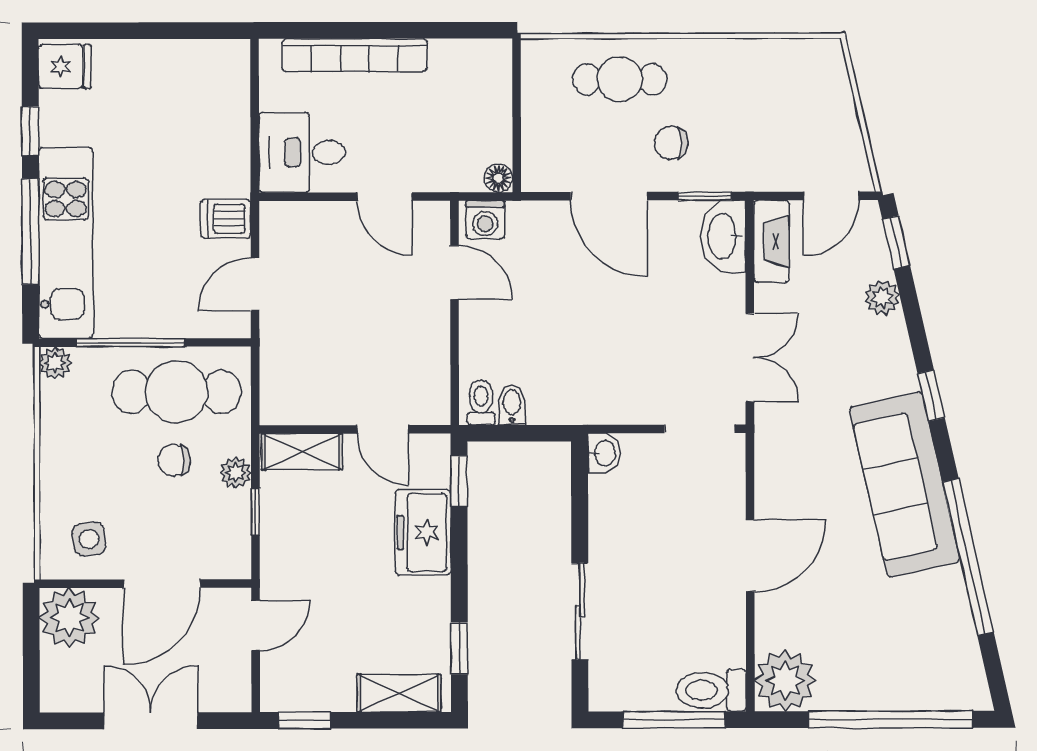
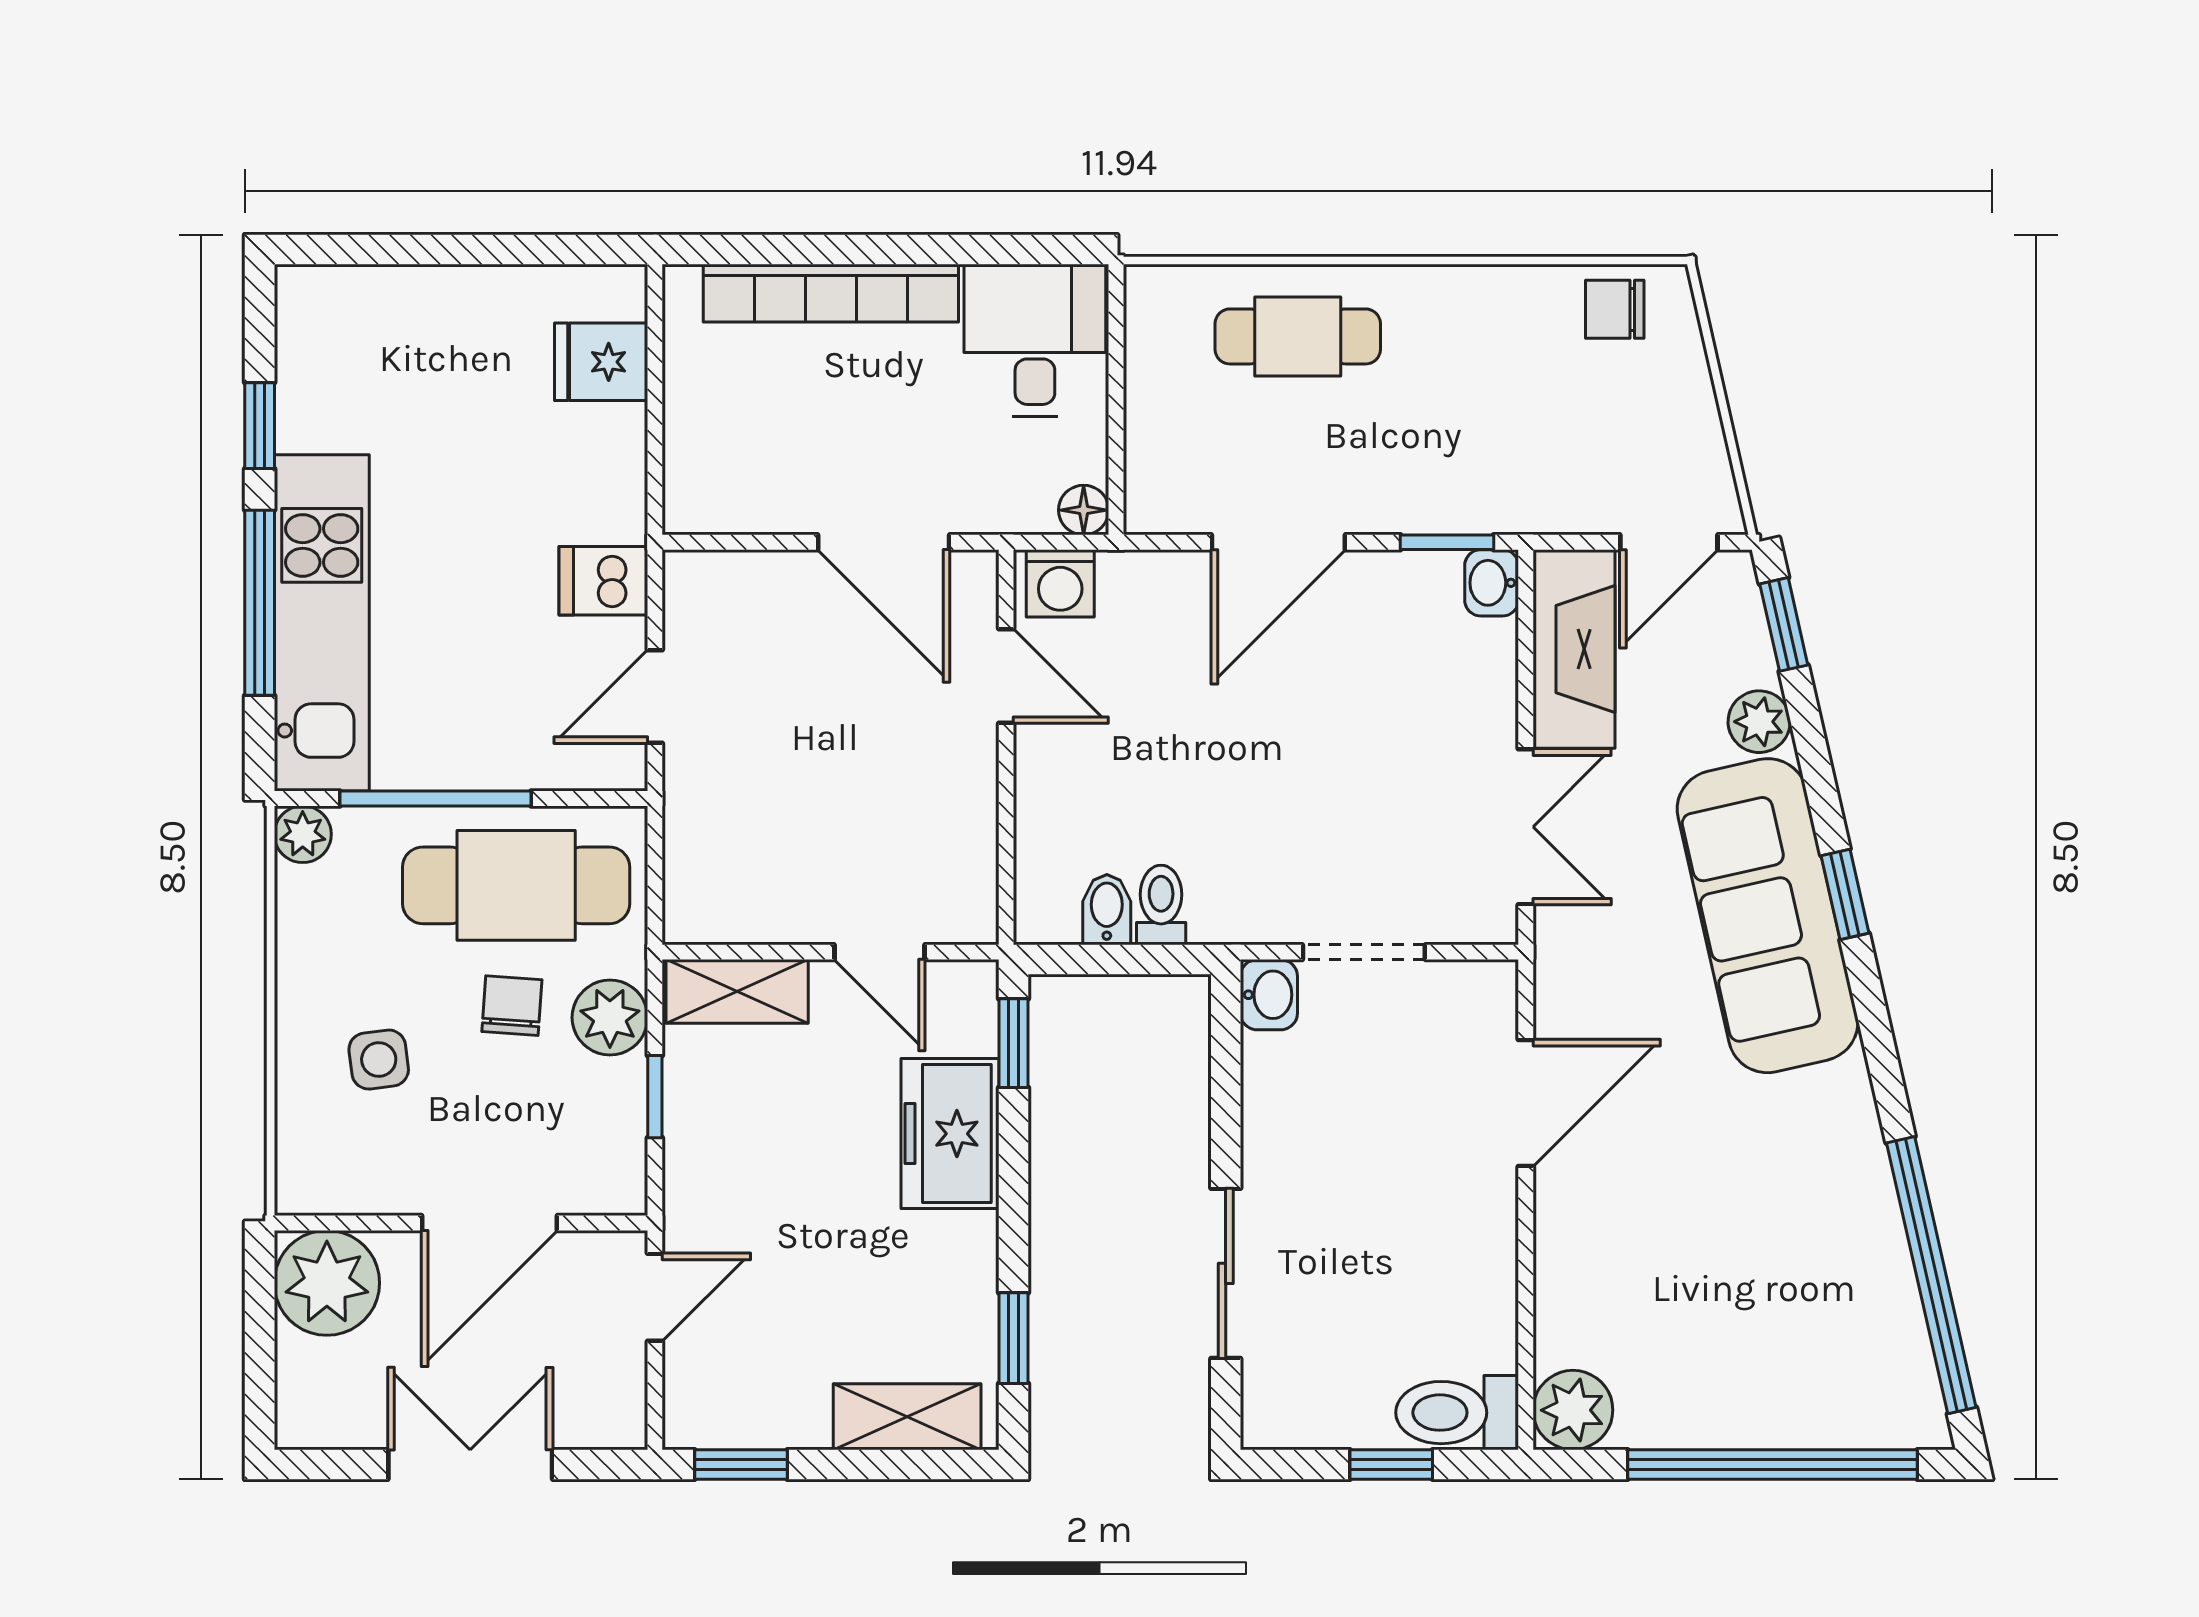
fridge: (65, 67) -> (601, 362), moved, turned 180
chair: (671, 143) -> (1615, 309), moved
desk: (302, 152) -> (1035, 340), moved, turned 90
door: (609, 196) -> (1278, 542), hinge flipped
door: (385, 197) -> (884, 542), width x1.38
washbasin: (723, 236) -> (1492, 583), width x0.52, depth x0.69
fireplace: (771, 241) -> (1574, 649), width x1.37, depth x1.32
toilet: (481, 402) -> (1161, 905), moved
doorway: (699, 429) -> (1364, 952), moved
chair: (174, 460) -> (512, 1006), turned 94
plant: (236, 473) -> (610, 1018), width x1.38, depth x1.38
sofa: (905, 484) -> (1768, 916), moved
side table: (89, 539) -> (379, 1060), moved
door: (750, 556) -> (1526, 1103), moved
window: (968, 557) -> (1931, 1275), moved
plant: (785, 680) -> (1573, 1410), width x0.73, depth x0.73
window: (674, 720) -> (1391, 1464), width x0.46

